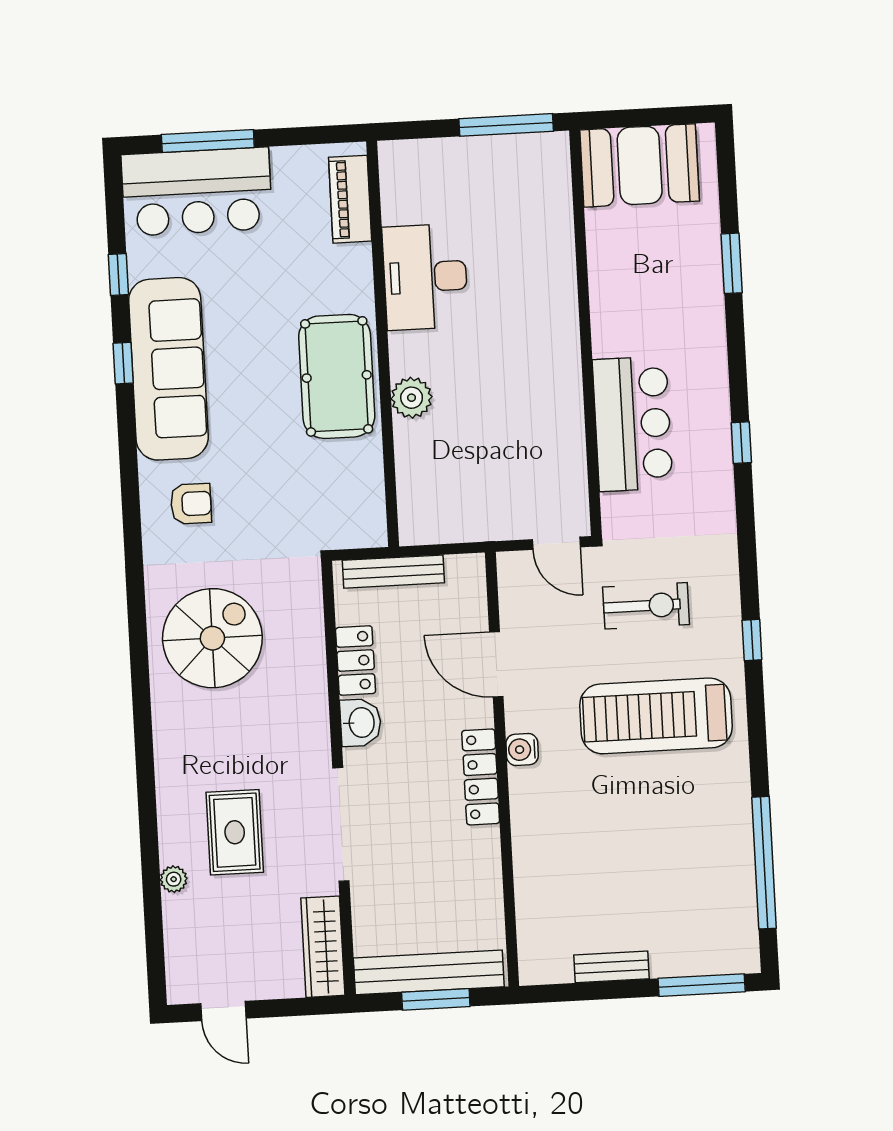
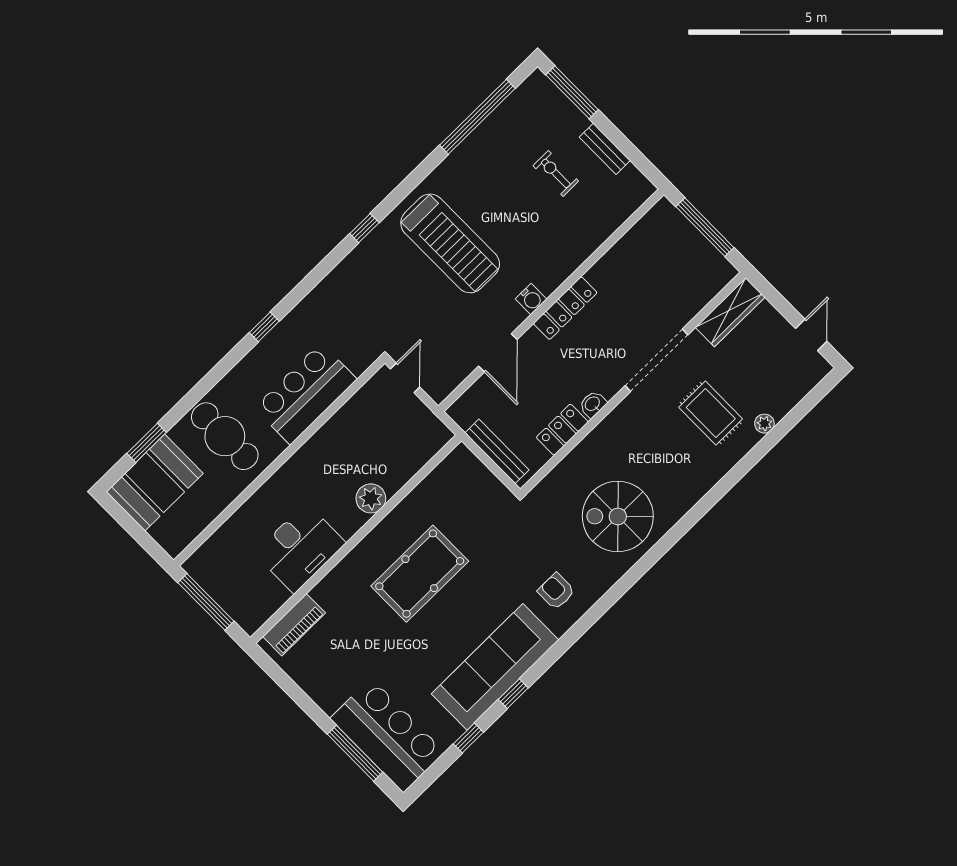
booth: (640, 165) -> (155, 483), moved, turned 90
piano: (350, 199) -> (294, 625), moved
window: (732, 263) -> (147, 443), moved
desk: (425, 277) -> (300, 548), moved
cafe table: (663, 299) -> (225, 436), added
wall: (383, 344) -> (356, 539), moved
plant: (412, 398) -> (371, 498), moved
exercise bike: (646, 606) -> (556, 173), moved, width x0.73, depth x0.72
washbasin: (361, 723) -> (593, 404), width x0.72, depth x0.69
rug: (235, 832) -> (711, 413), turned 90
bench: (429, 972) -> (694, 244), removed
window: (436, 999) -> (705, 227), width x1.44

